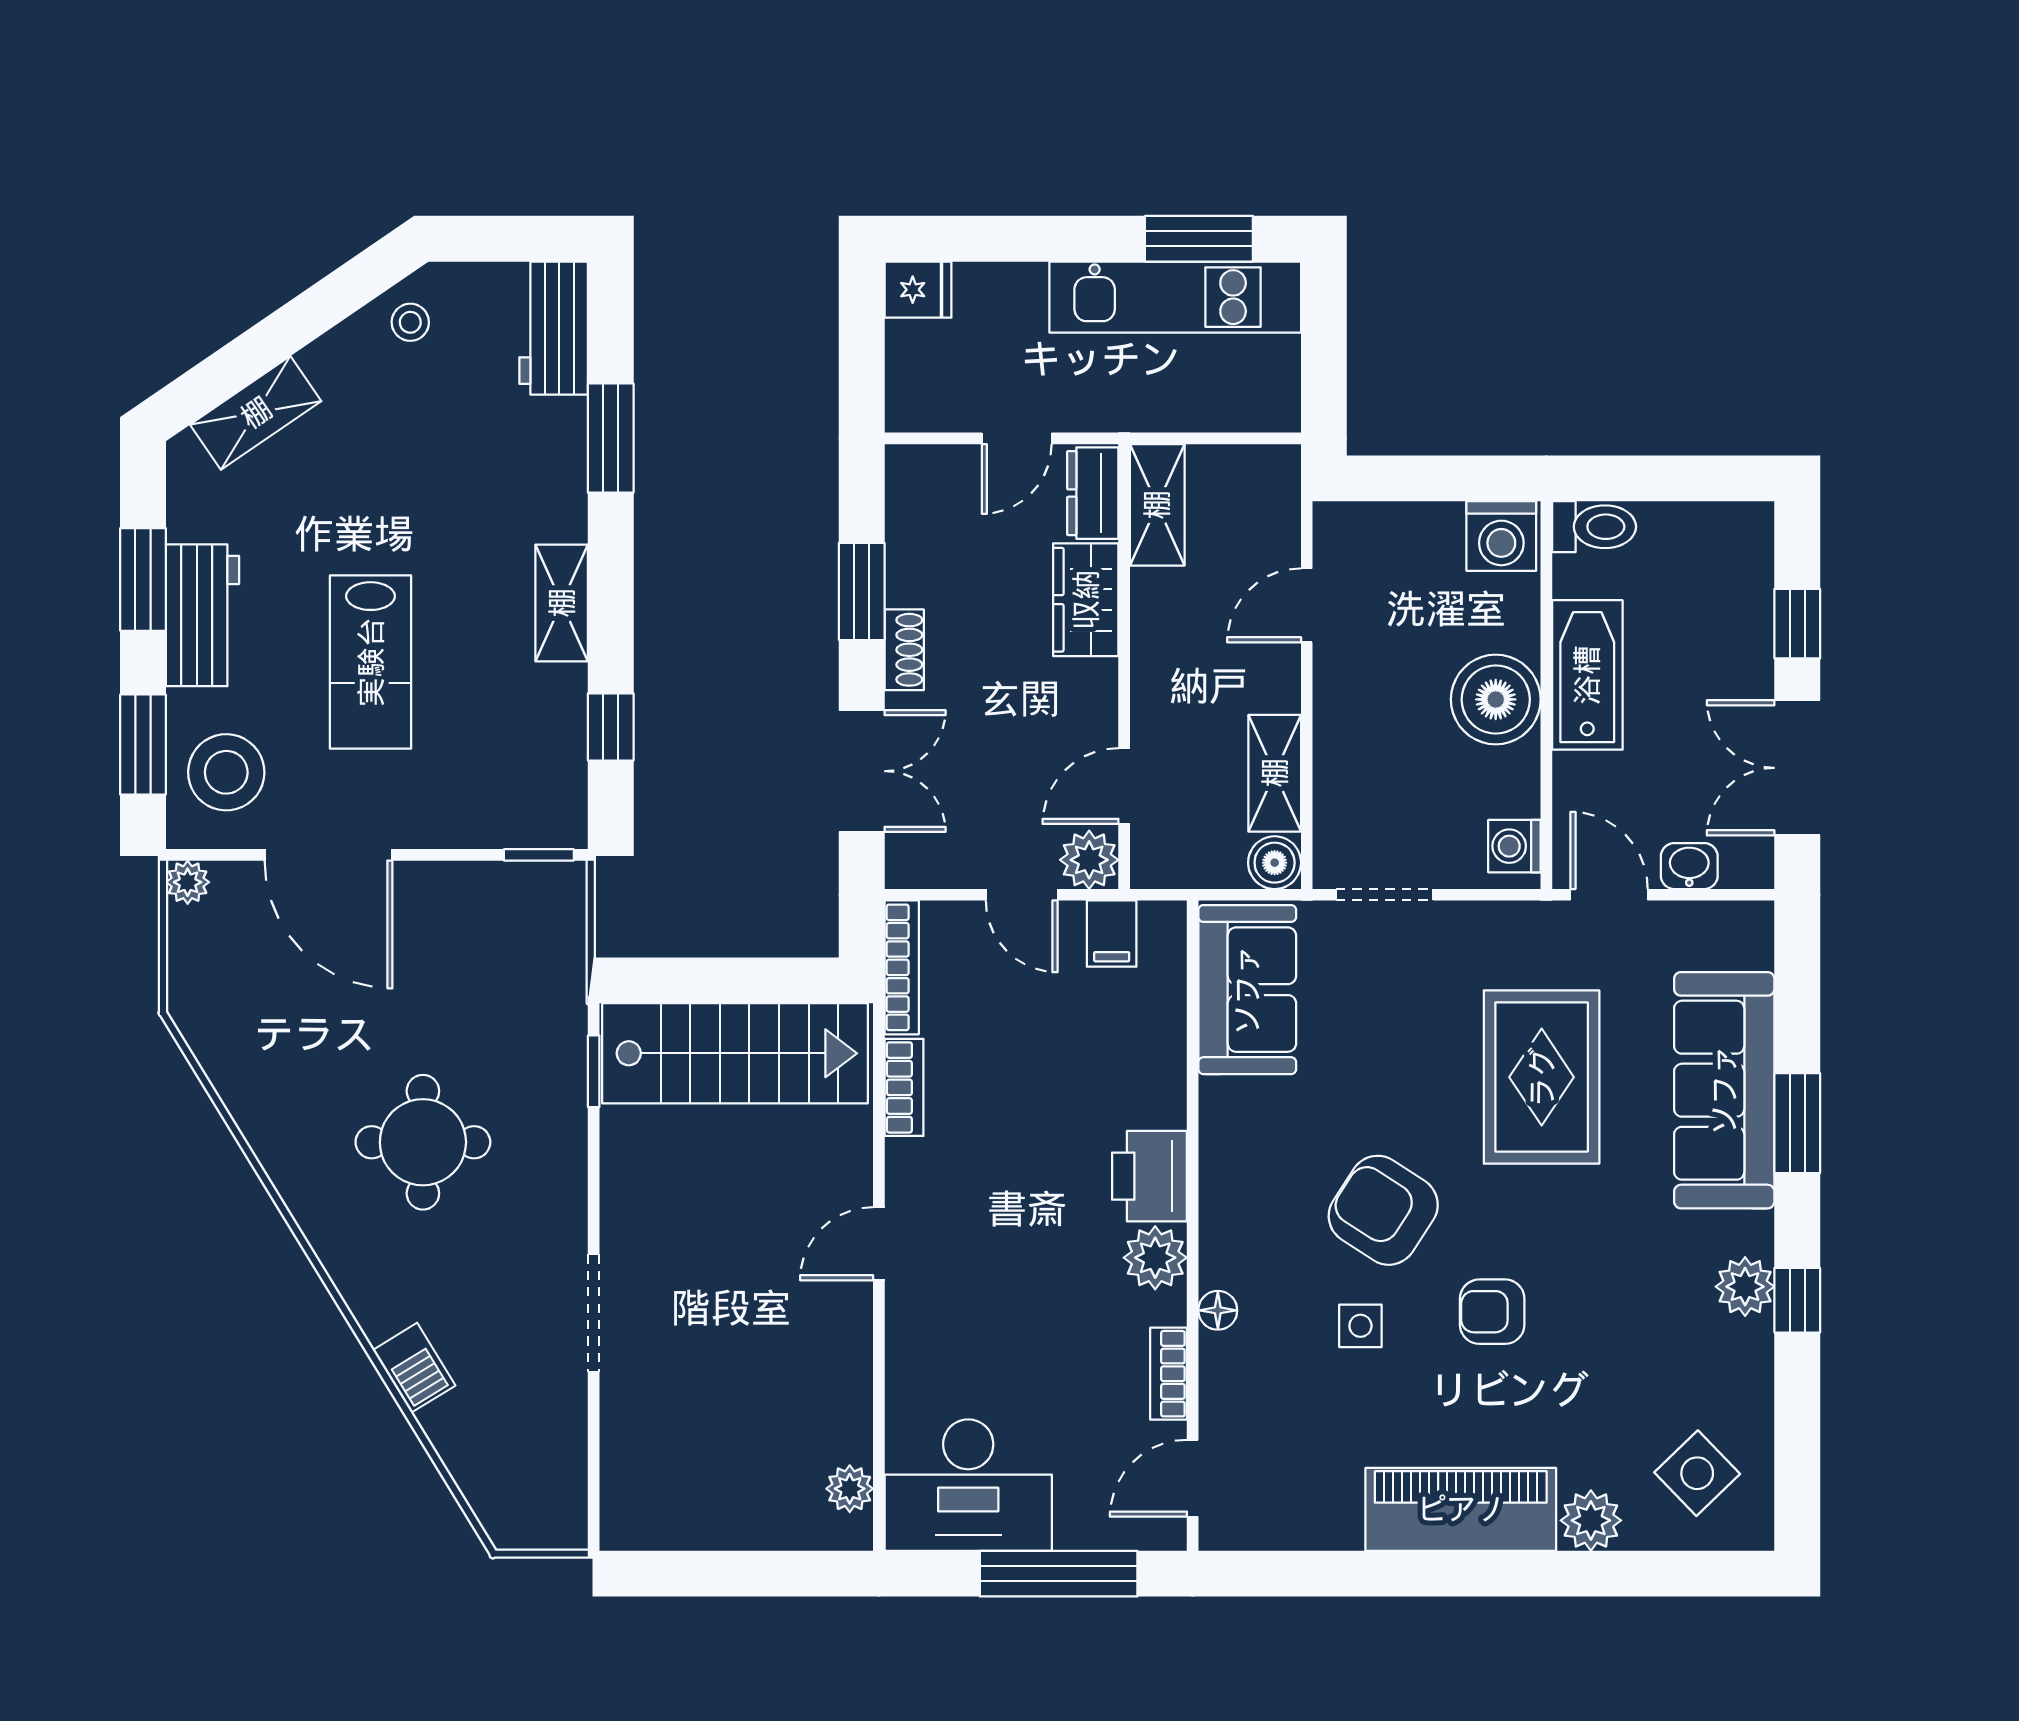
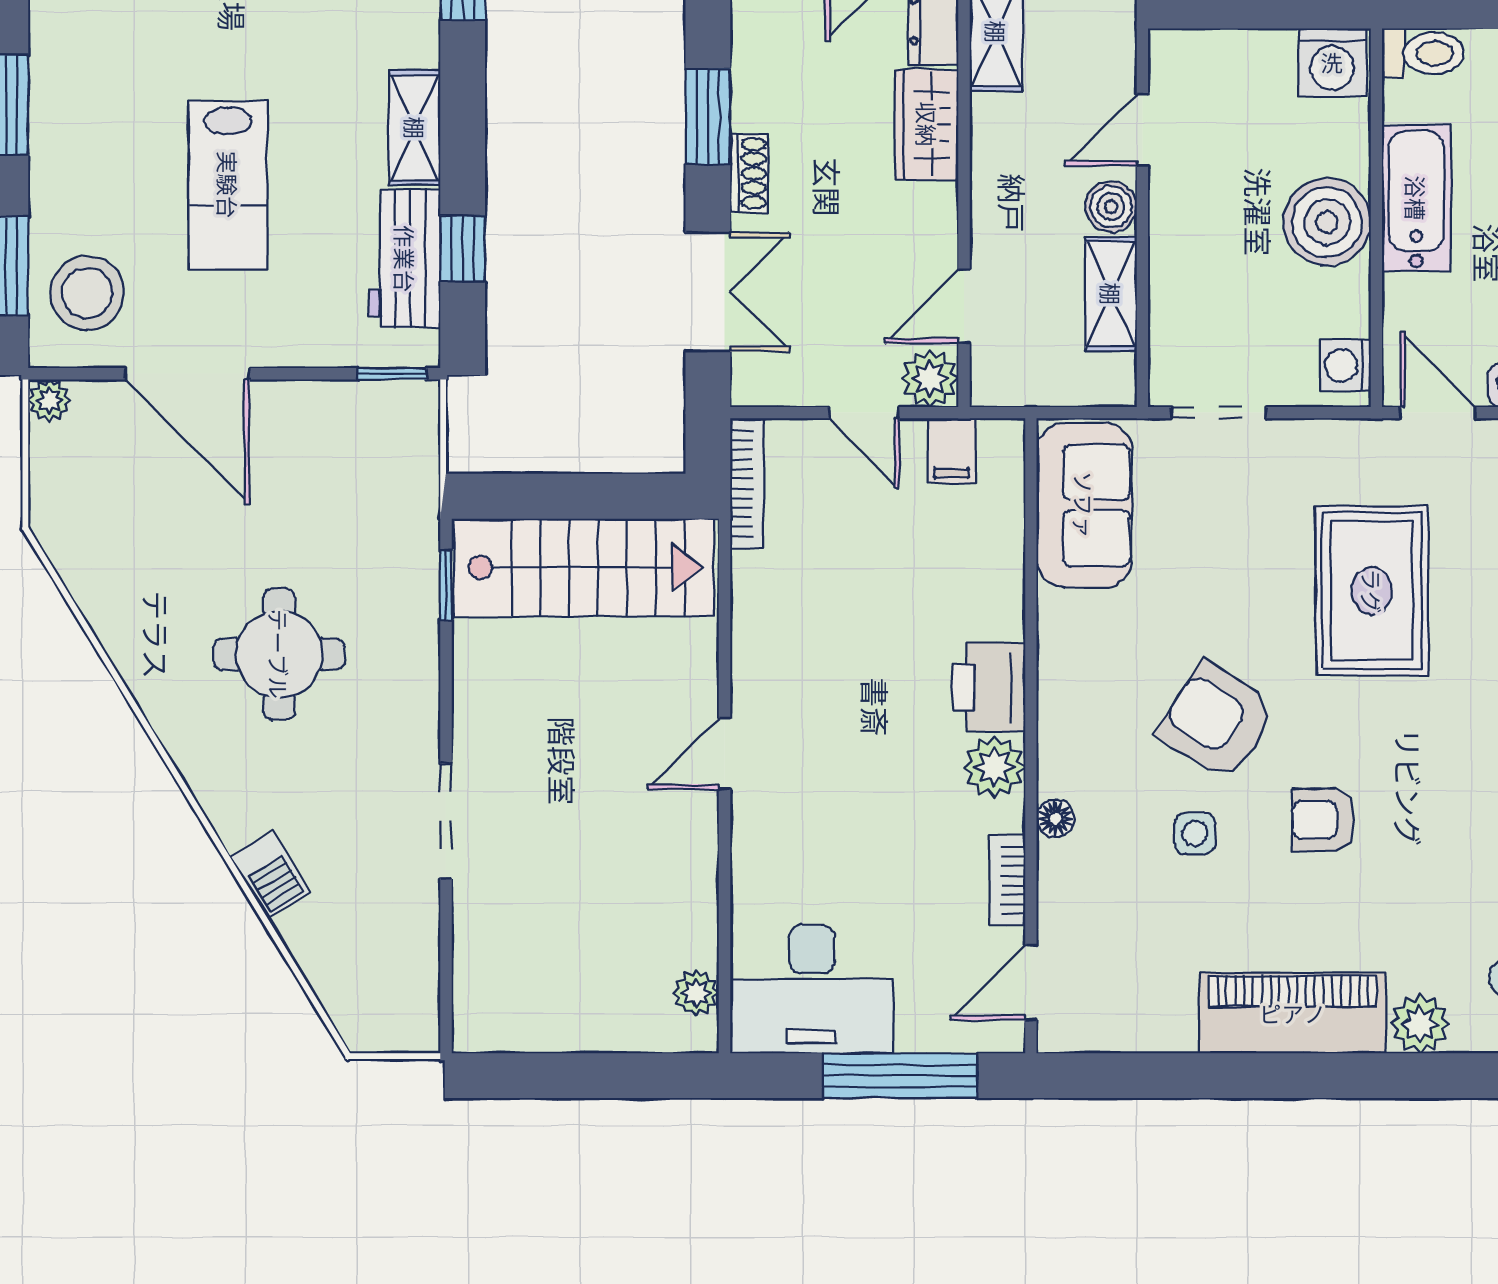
workbench: (202, 615) -> (405, 259), moved, turned 180
boiler: (1275, 863) -> (1111, 207), moved
bookcase: (904, 1087) -> (749, 601), removed

